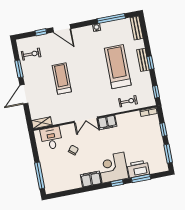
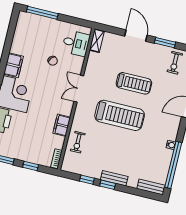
window: (111, 19) -> (173, 165), width x1.46
treadmill: (118, 67) -> (120, 115), moved
window: (156, 92) -> (87, 180), moved
filing cabinet: (107, 122) -> (62, 125), moved

